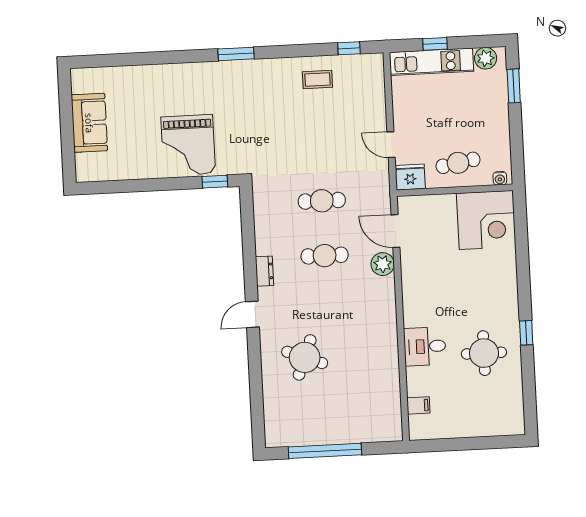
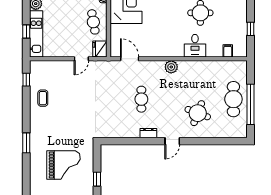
grand piano: (188, 145) -> (63, 165), moved
window: (215, 182) -> (97, 179), moved
cafe table: (322, 201) -> (233, 99), moved, width x1.37, depth x1.35
door: (395, 231) -> (130, 59), swing flipped
plant: (383, 264) -> (171, 67), moved
door: (252, 314) -> (172, 141), hinge flipped
window: (460, 444) -> (250, 29), added

